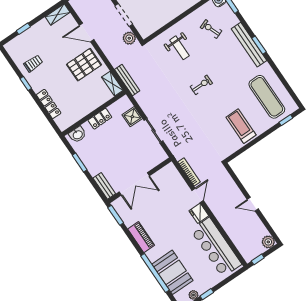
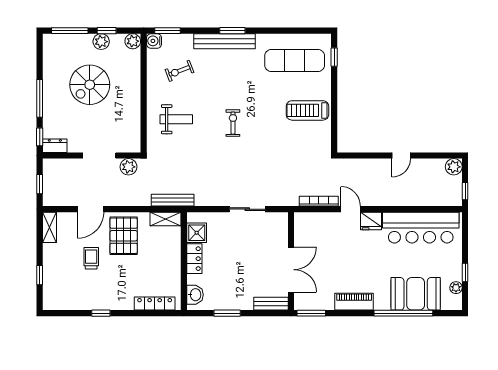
trolley: (33, 63) -> (91, 258), moved
locker: (49, 104) -> (155, 304), moved
shower: (132, 117) -> (197, 233), moved

